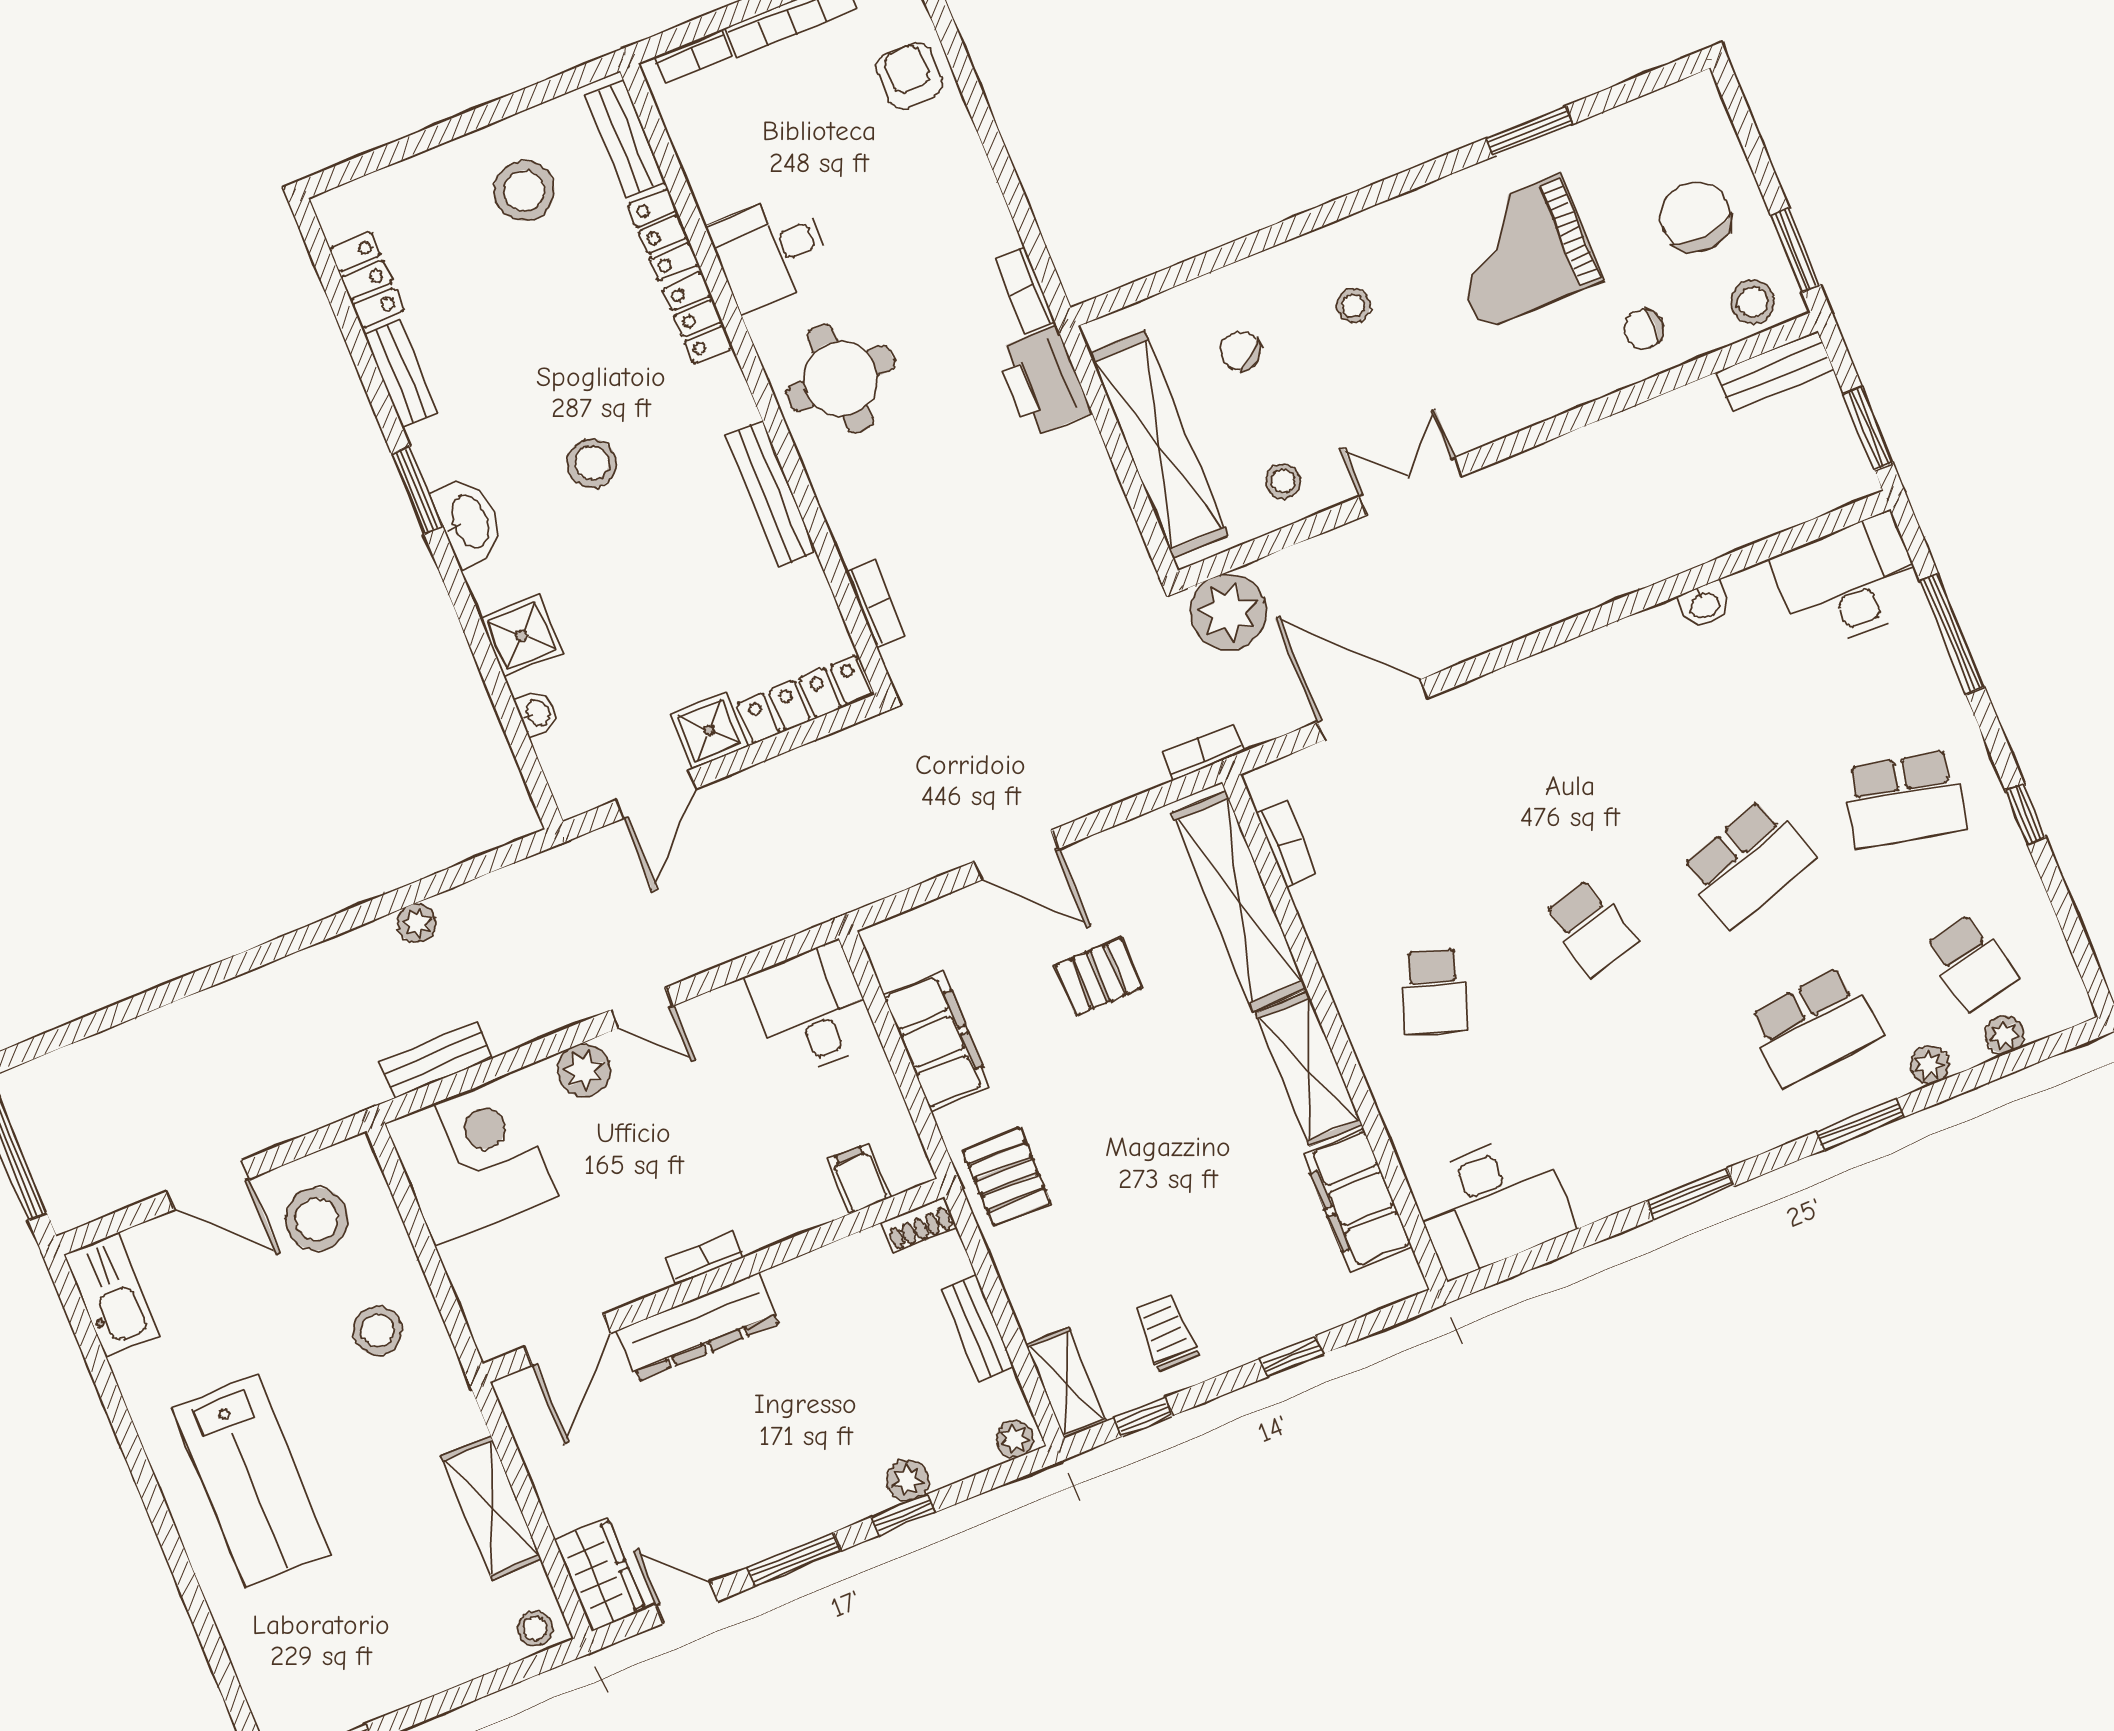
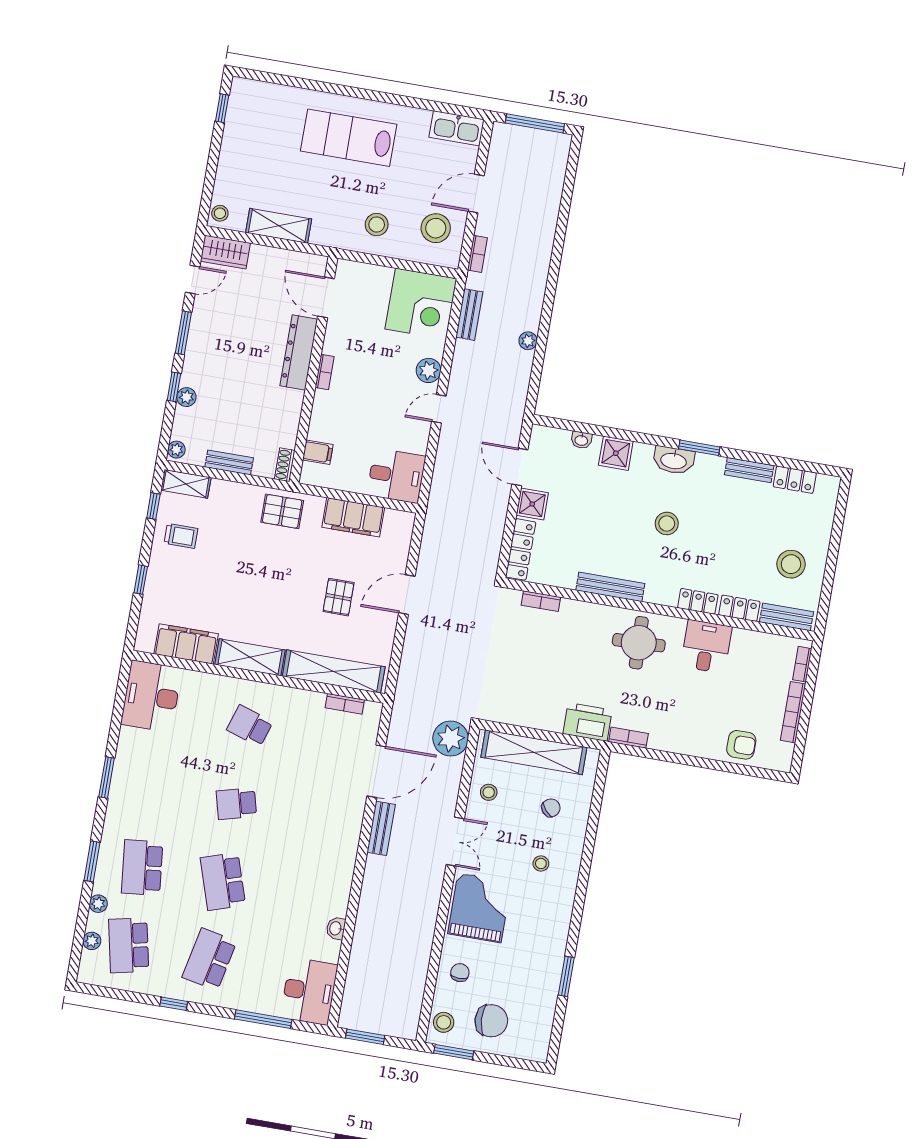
grand piano: (1520, 252) -> (479, 908), moved
bench: (1774, 371) -> (381, 828), moved
bookcase: (1203, 752) -> (477, 254), moved
school desk: (1971, 962) -> (129, 945), width x1.85

